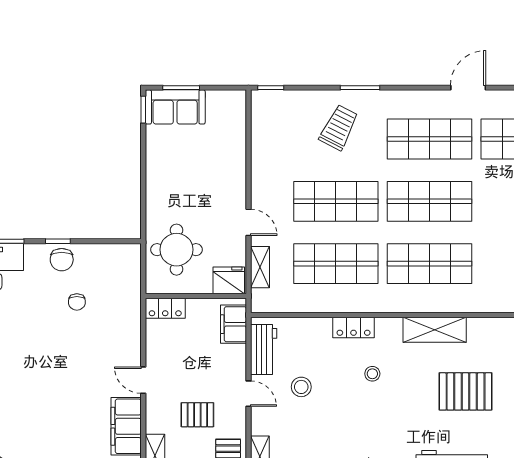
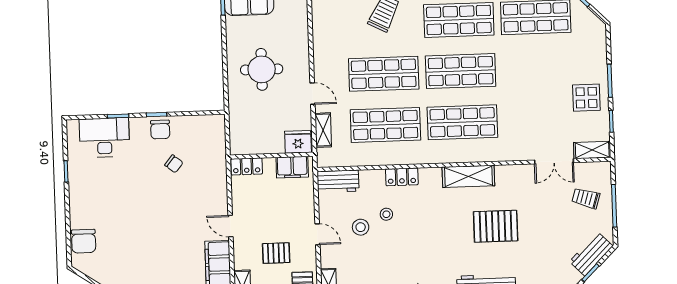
round table: (177, 250) -> (262, 69), moved
chair: (77, 302) -> (174, 164), turned -51
filing cabinet: (234, 324) -> (292, 167), moved, turned -90
workbench: (264, 350) -> (338, 181), moved, turned 90
stool: (372, 374) -> (386, 214), moved

